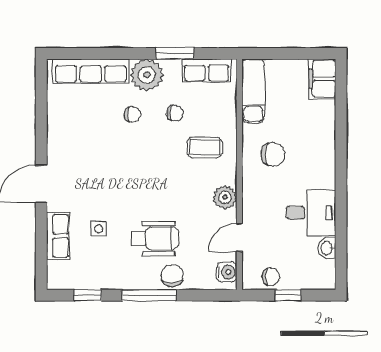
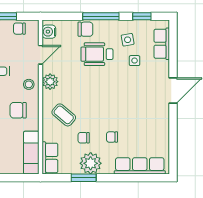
row of seats: (207, 70) -> (50, 158), moved, turned 90
plant: (147, 75) -> (91, 163), moved
coffee table: (205, 147) -> (64, 115), turned 40
stool: (257, 193) -> (29, 84), added
row of seats: (58, 236) -> (162, 44), moved
side table: (109, 260) -> (128, 40), added
chair: (172, 276) -> (85, 29), turned -90

